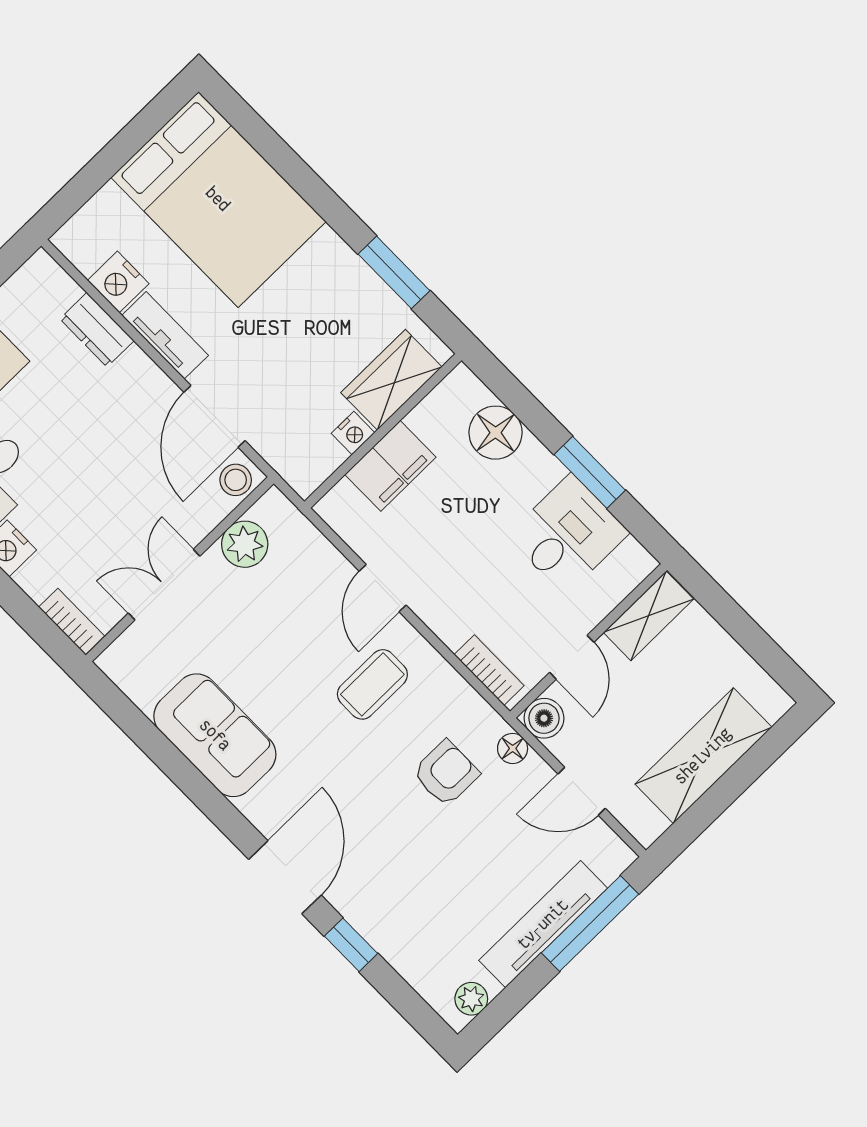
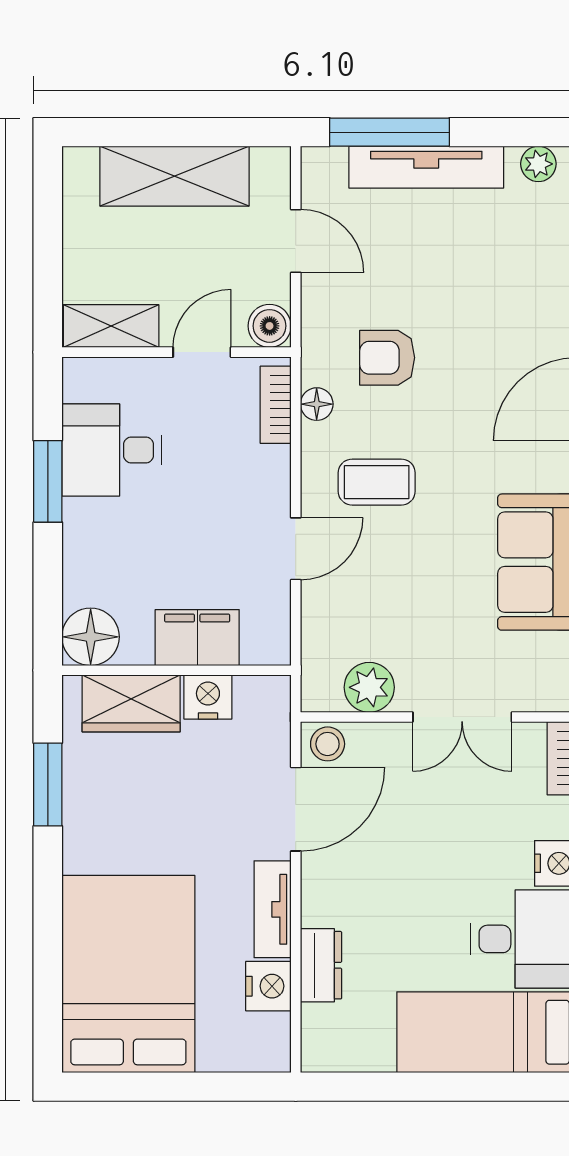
nightstand: (353, 433) -> (208, 697), width x1.39, depth x1.35
floor lamp: (496, 433) -> (91, 637), moved
floor lamp: (513, 748) -> (317, 404), moved

